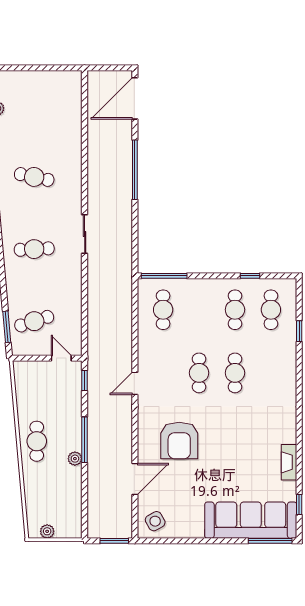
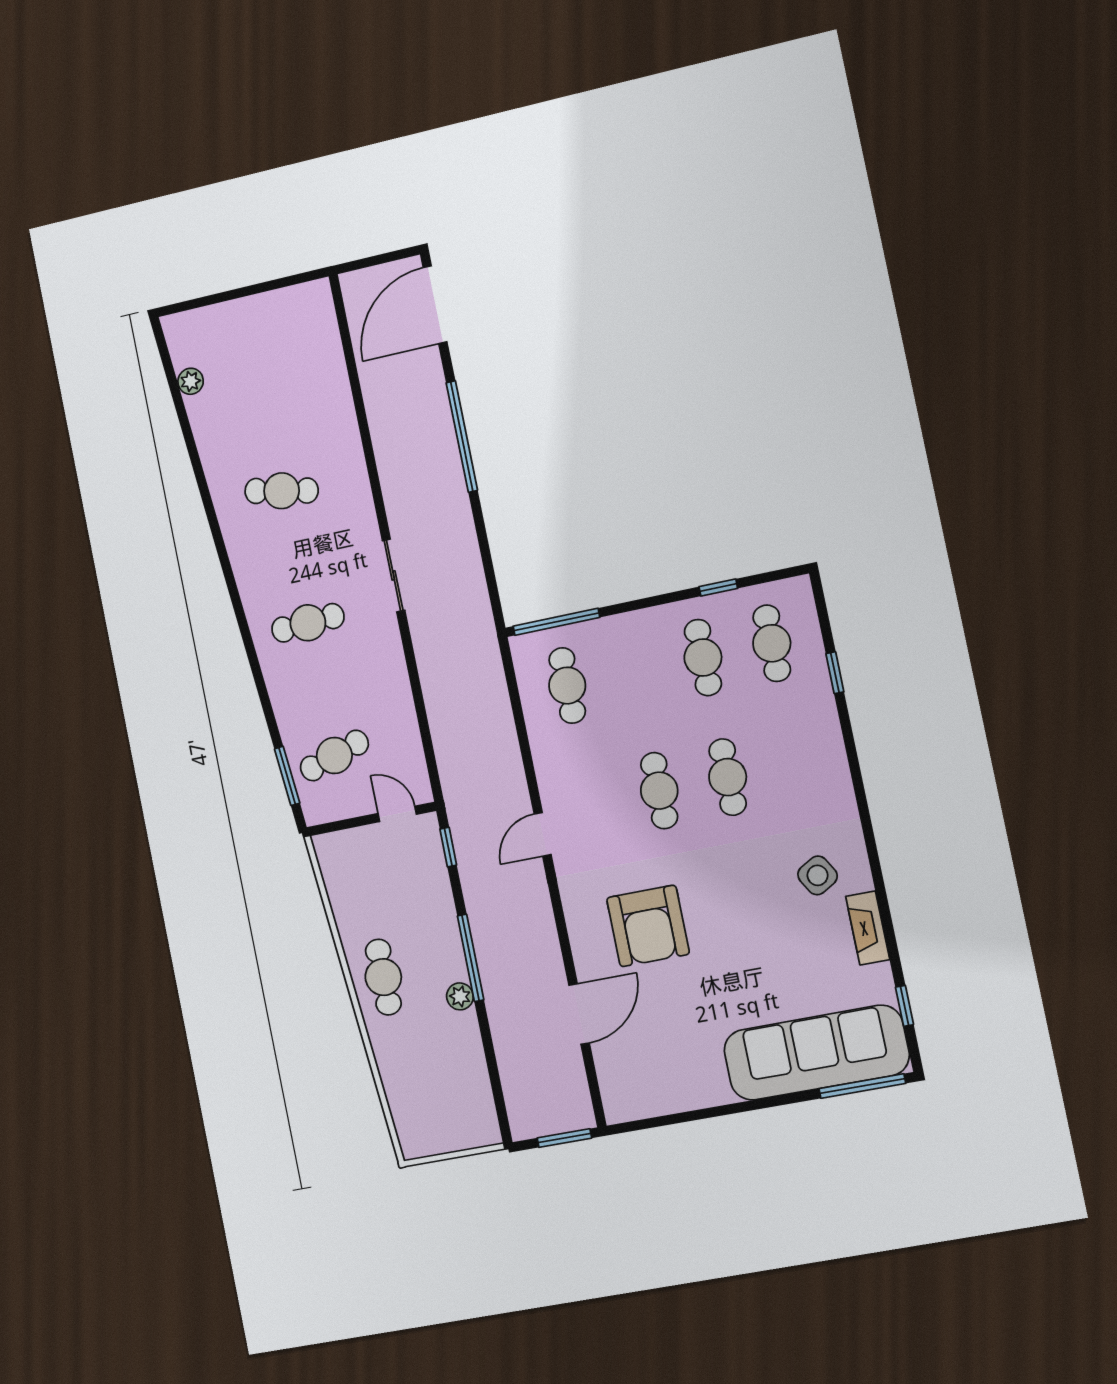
side table: (155, 521) -> (818, 875), moved
plant: (47, 531) -> (436, 1142), removed

